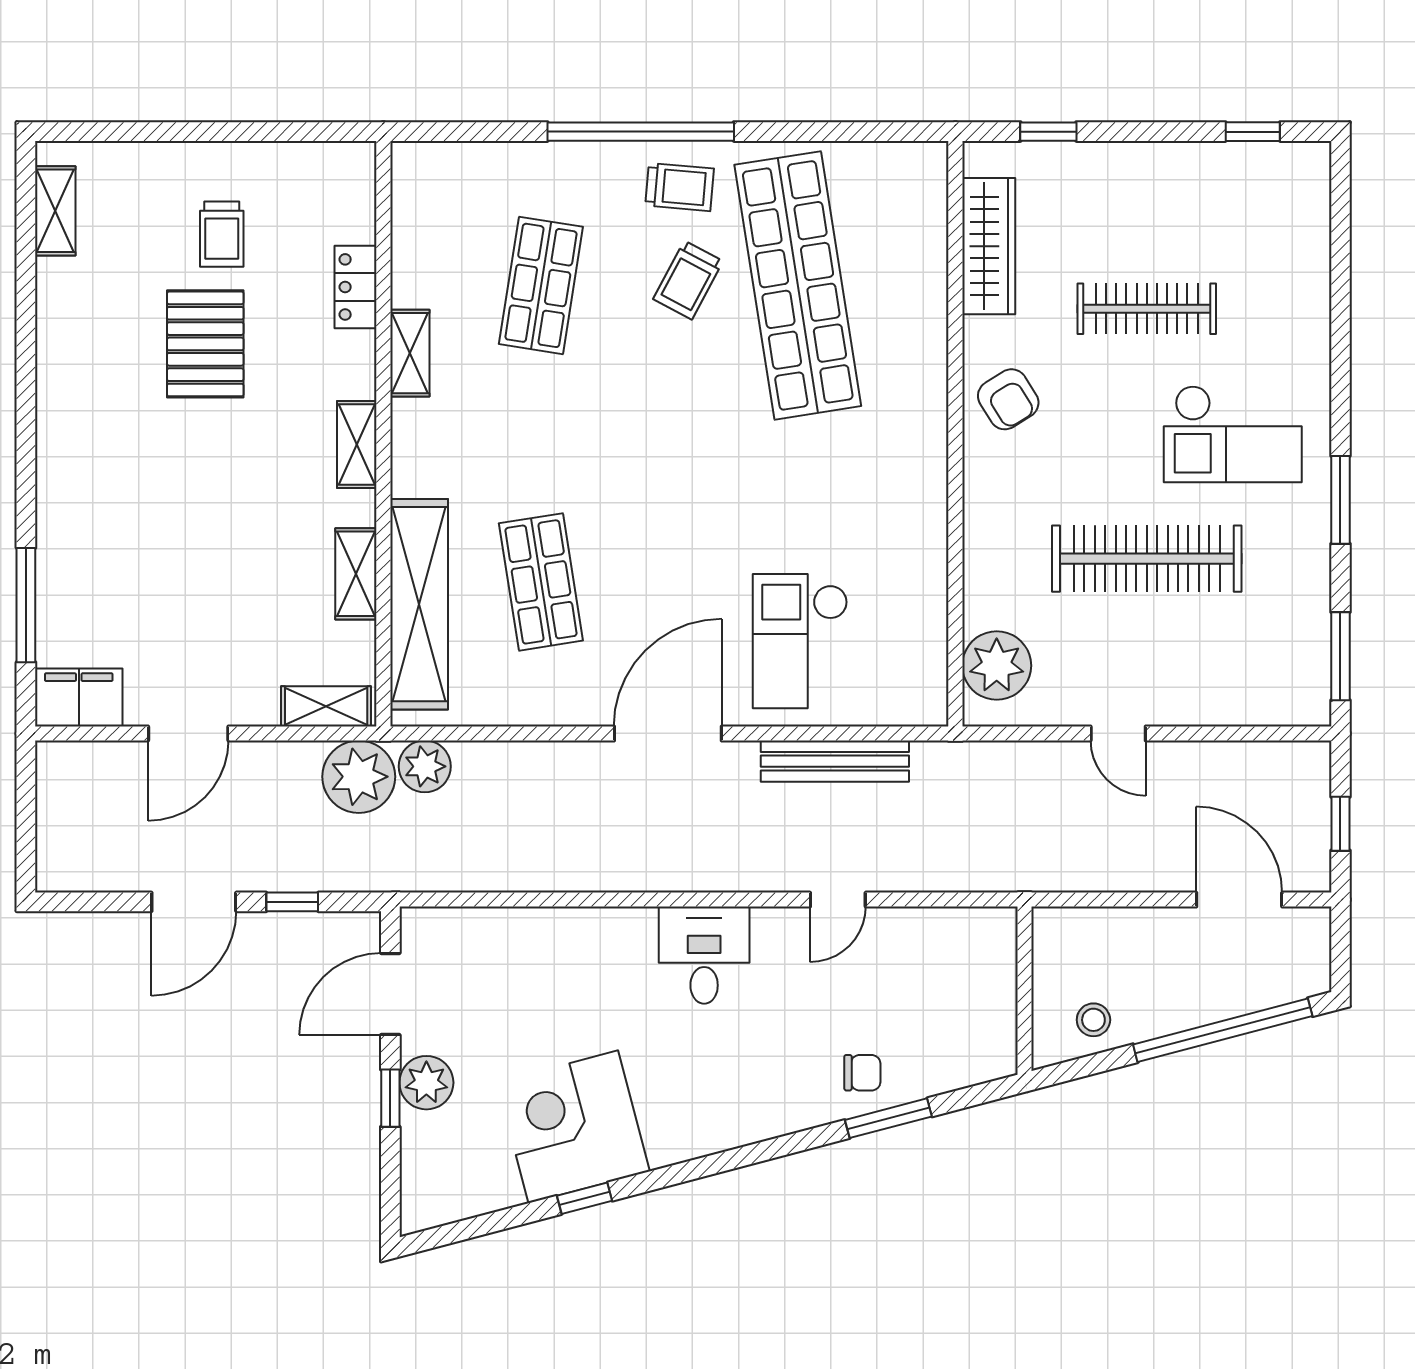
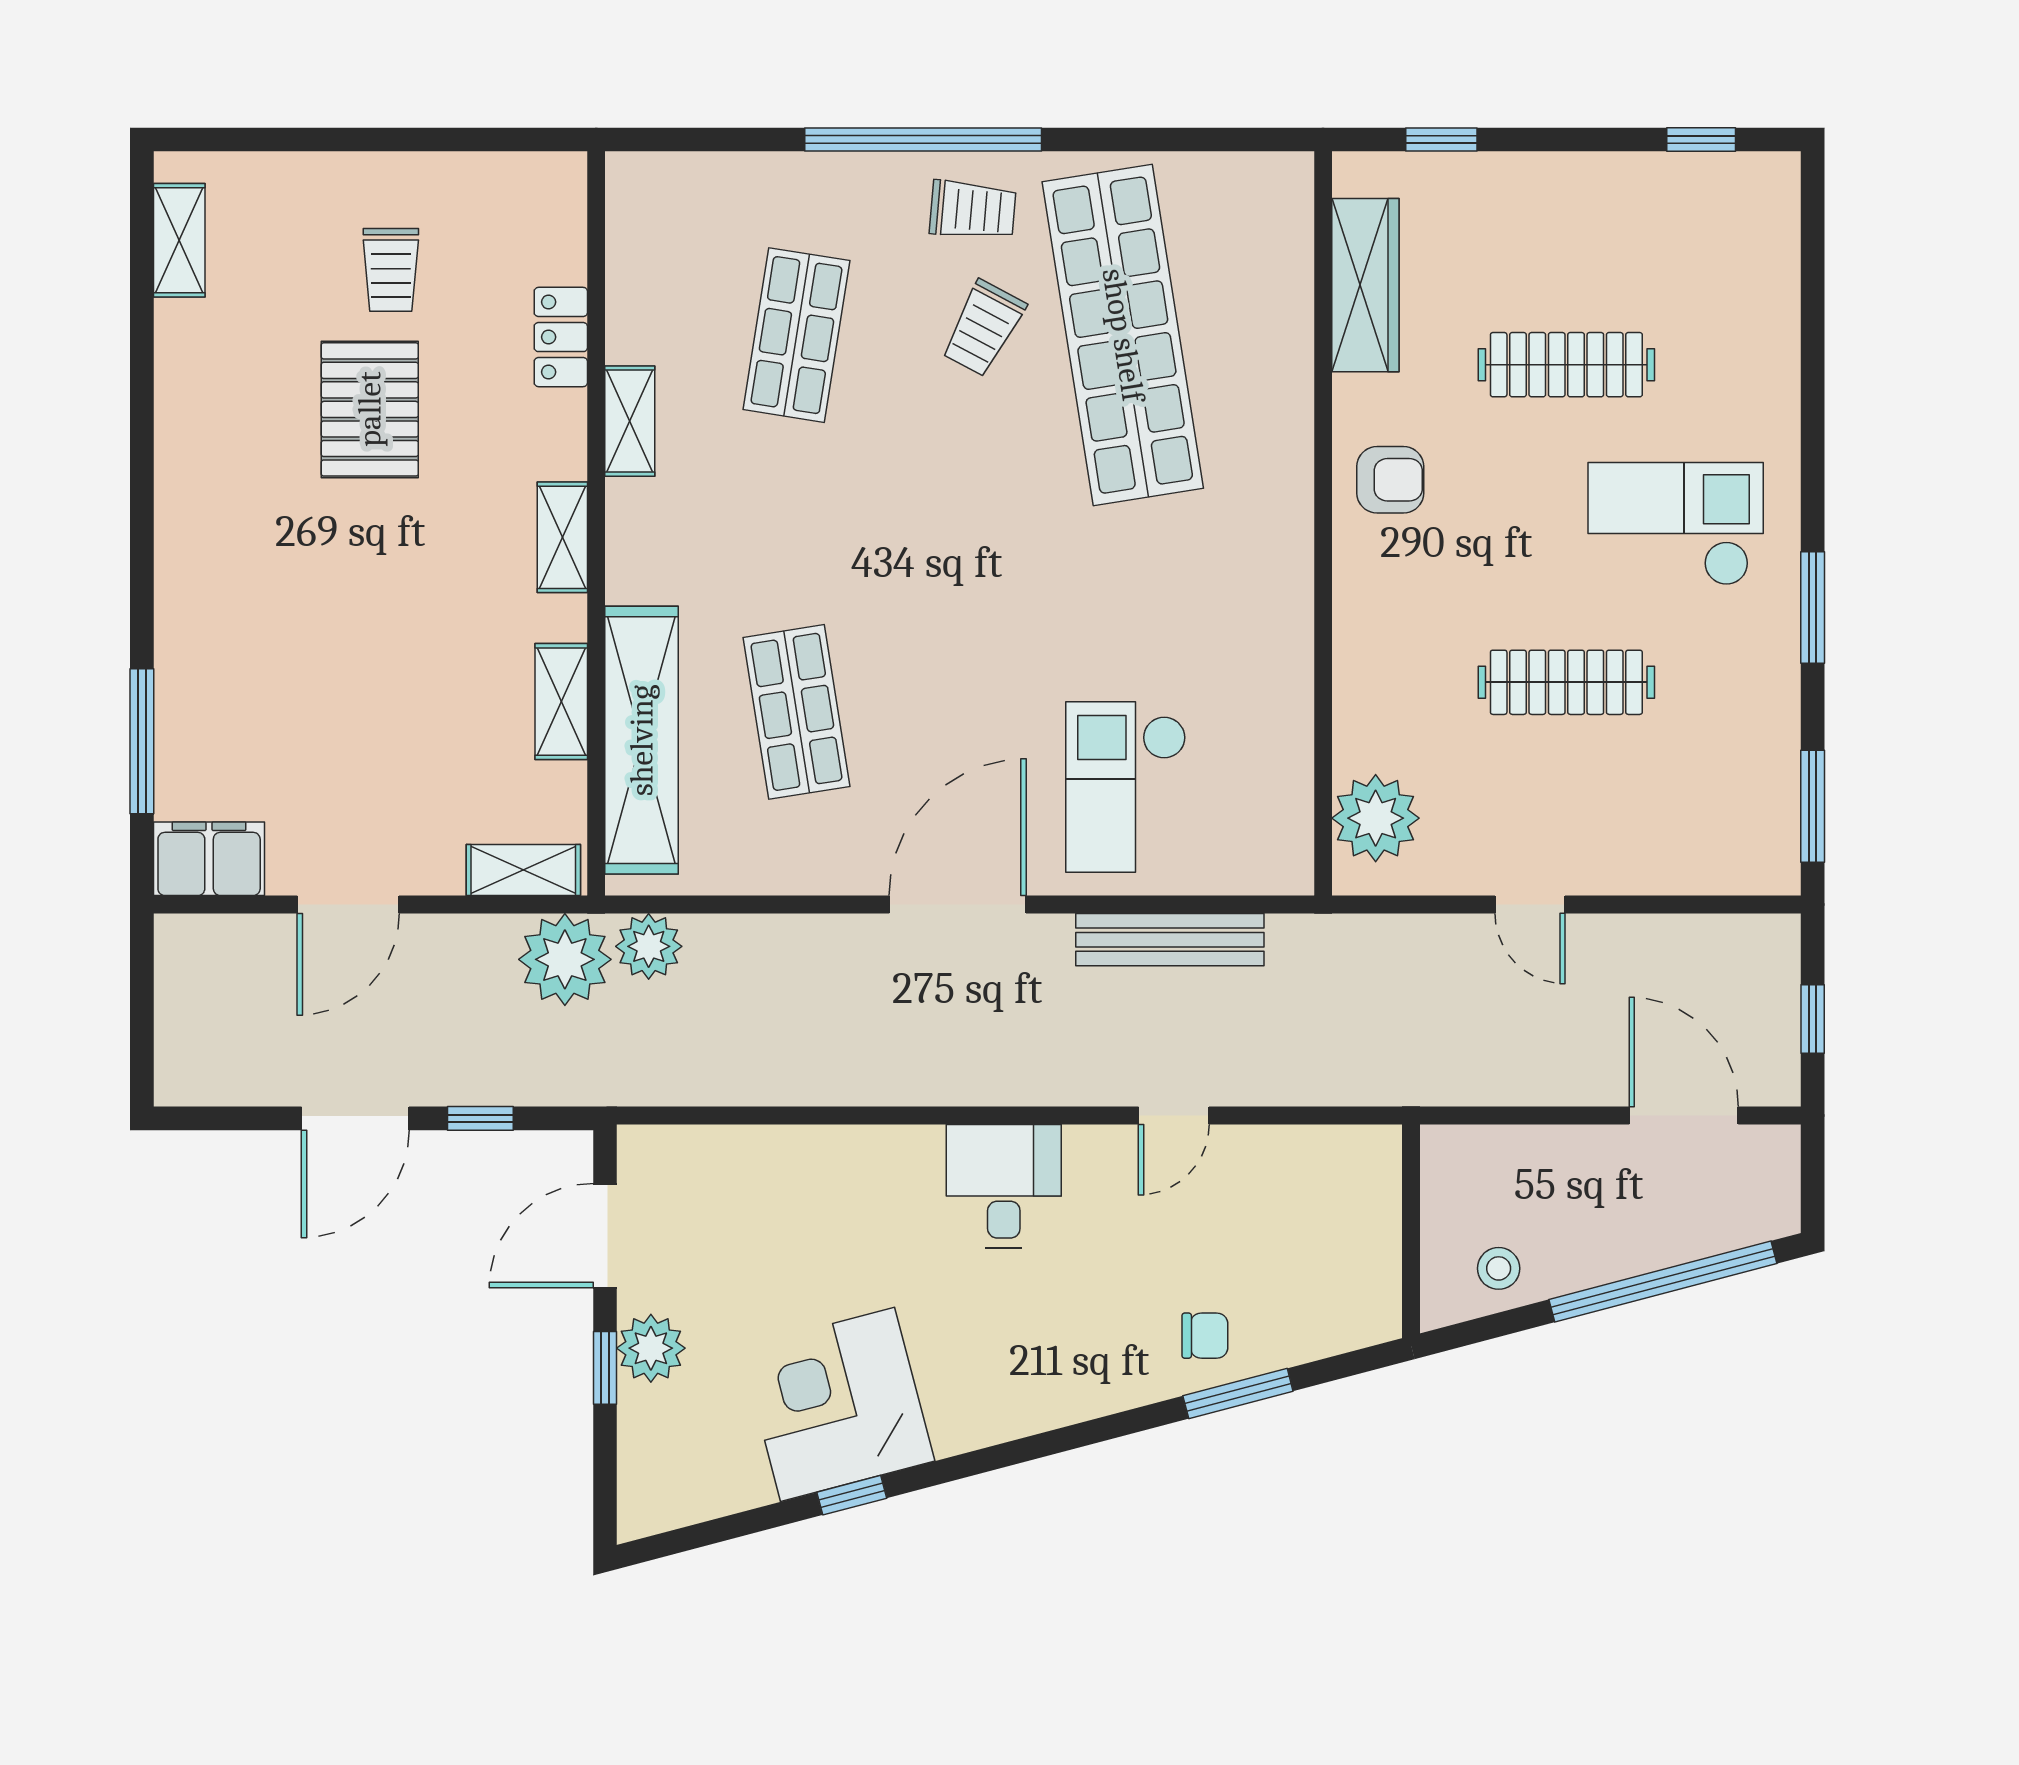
armchair: (1008, 399) -> (1390, 480), turned -58
checkout: (1233, 434) -> (1676, 524), turned 180
clothes rail: (1147, 559) -> (1566, 682), width x0.73, depth x0.76

